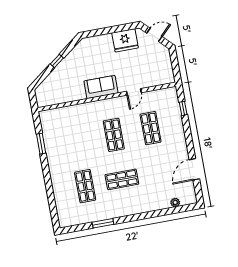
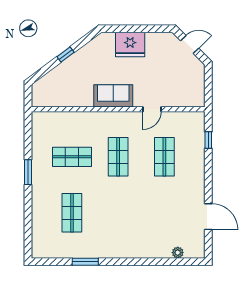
fridge: (125, 40) -> (130, 45), moved
window: (41, 144) -> (28, 172), moved
door: (194, 169) -> (208, 217), swing flipped
shop shelf: (122, 179) -> (72, 157), moved

